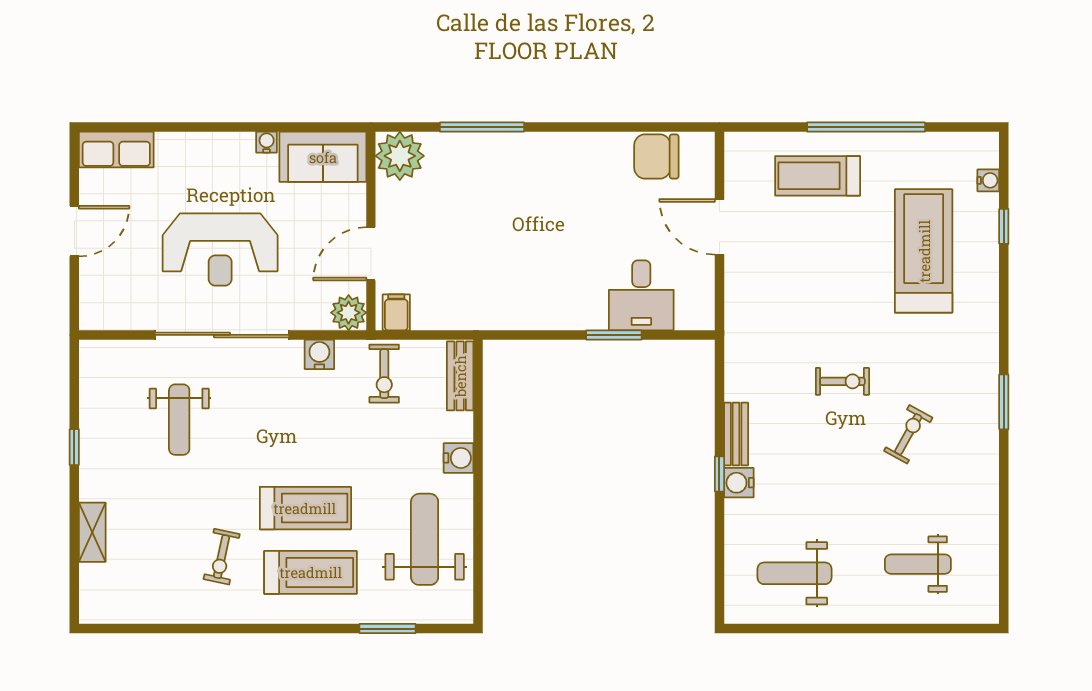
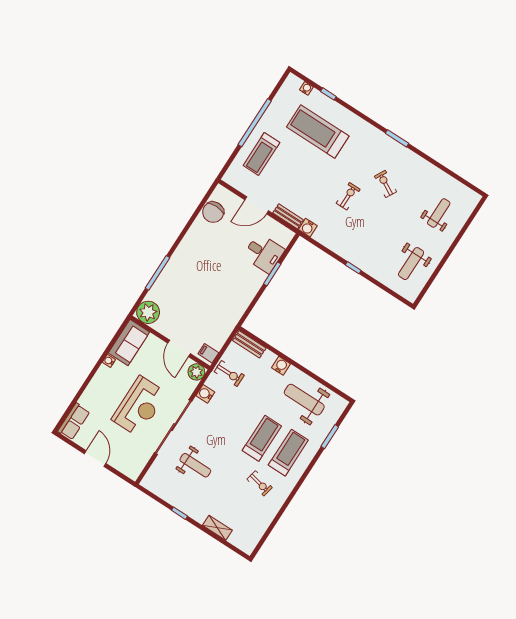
bench: (736, 434) -> (288, 216), moved
water cooler: (739, 483) -> (308, 228), moved
weight bench: (918, 564) -> (439, 213), turned 180

